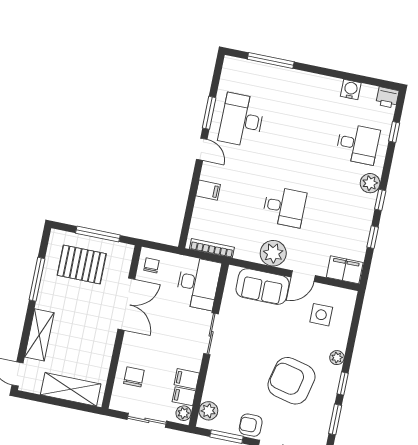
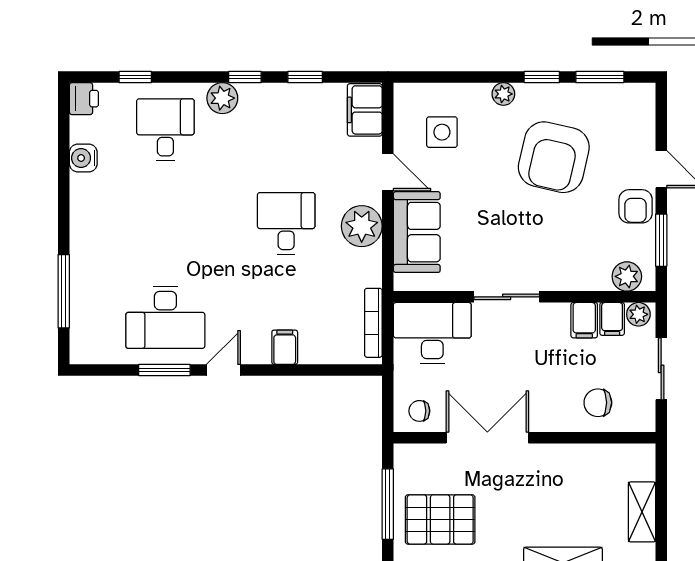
pallet: (82, 264) -> (440, 519), turned 90
shelving: (71, 389) -> (642, 512), width x0.67, depth x0.75

